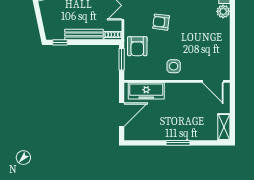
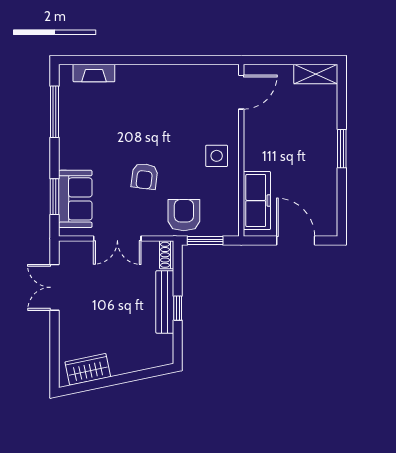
plant: (223, 11) -> (127, 75), removed
window: (60, 42) -> (178, 308), moved
armchair: (137, 46) -> (184, 215), turned -90

